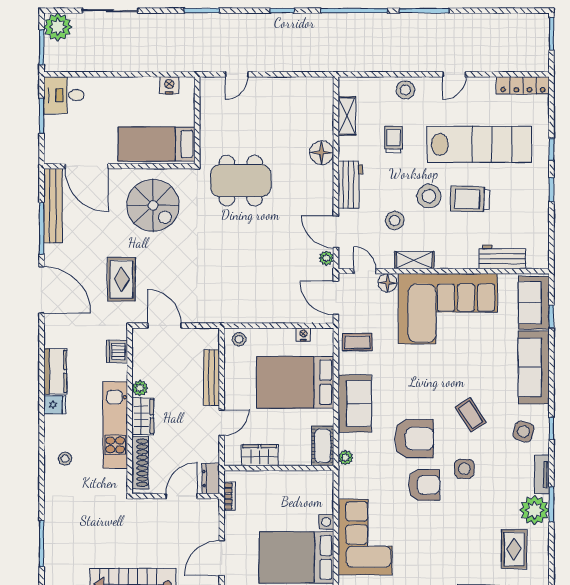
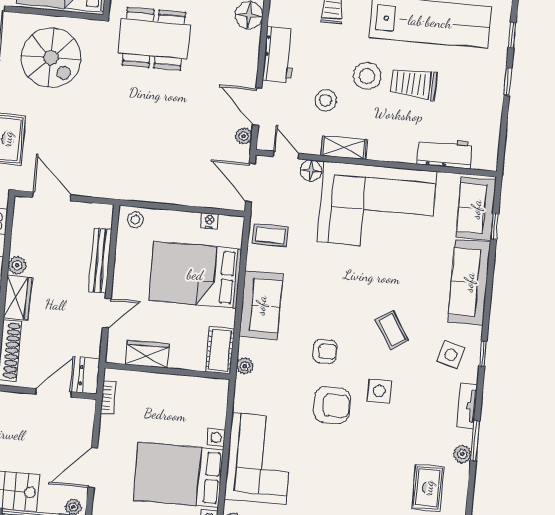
armchair: (414, 439) -> (325, 351), width x0.53, depth x0.53
plant: (535, 510) -> (462, 454), width x0.53, depth x0.53

